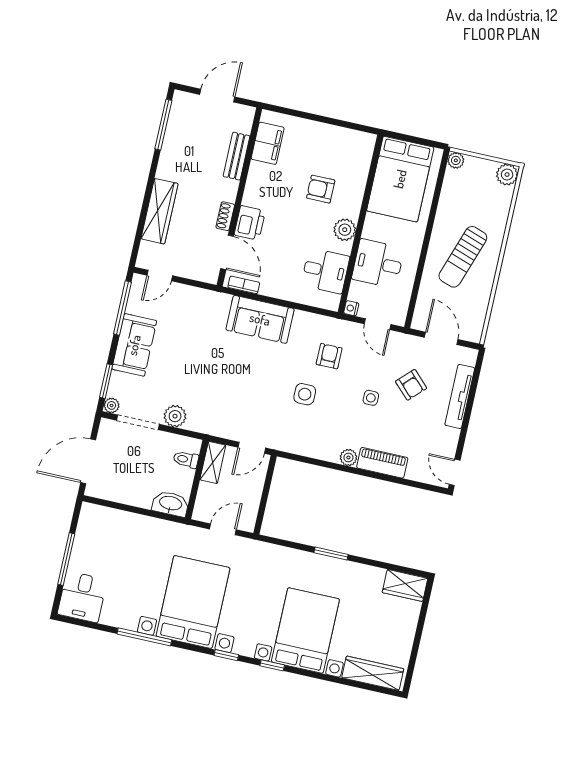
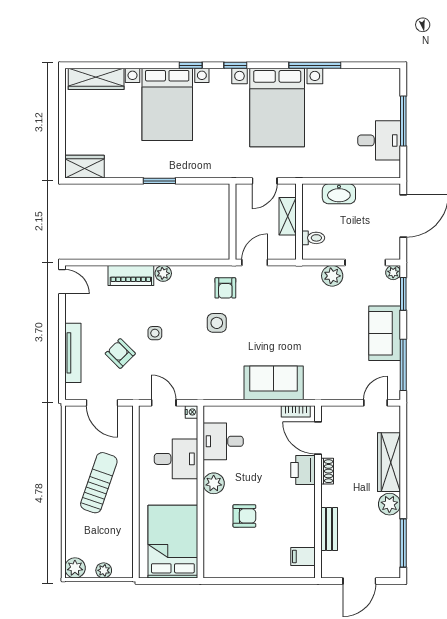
filing cabinet: (268, 143) -> (303, 556), width x0.50
plant: (456, 160) -> (104, 570), moved
plant: (169, 168) -> (389, 504), added
armchair: (329, 356) -> (225, 288), moved
shelving: (213, 462) -> (288, 216), moved
washbasin: (171, 504) -> (339, 194), moved
desk: (82, 597) -> (379, 140), moved, turned 90

